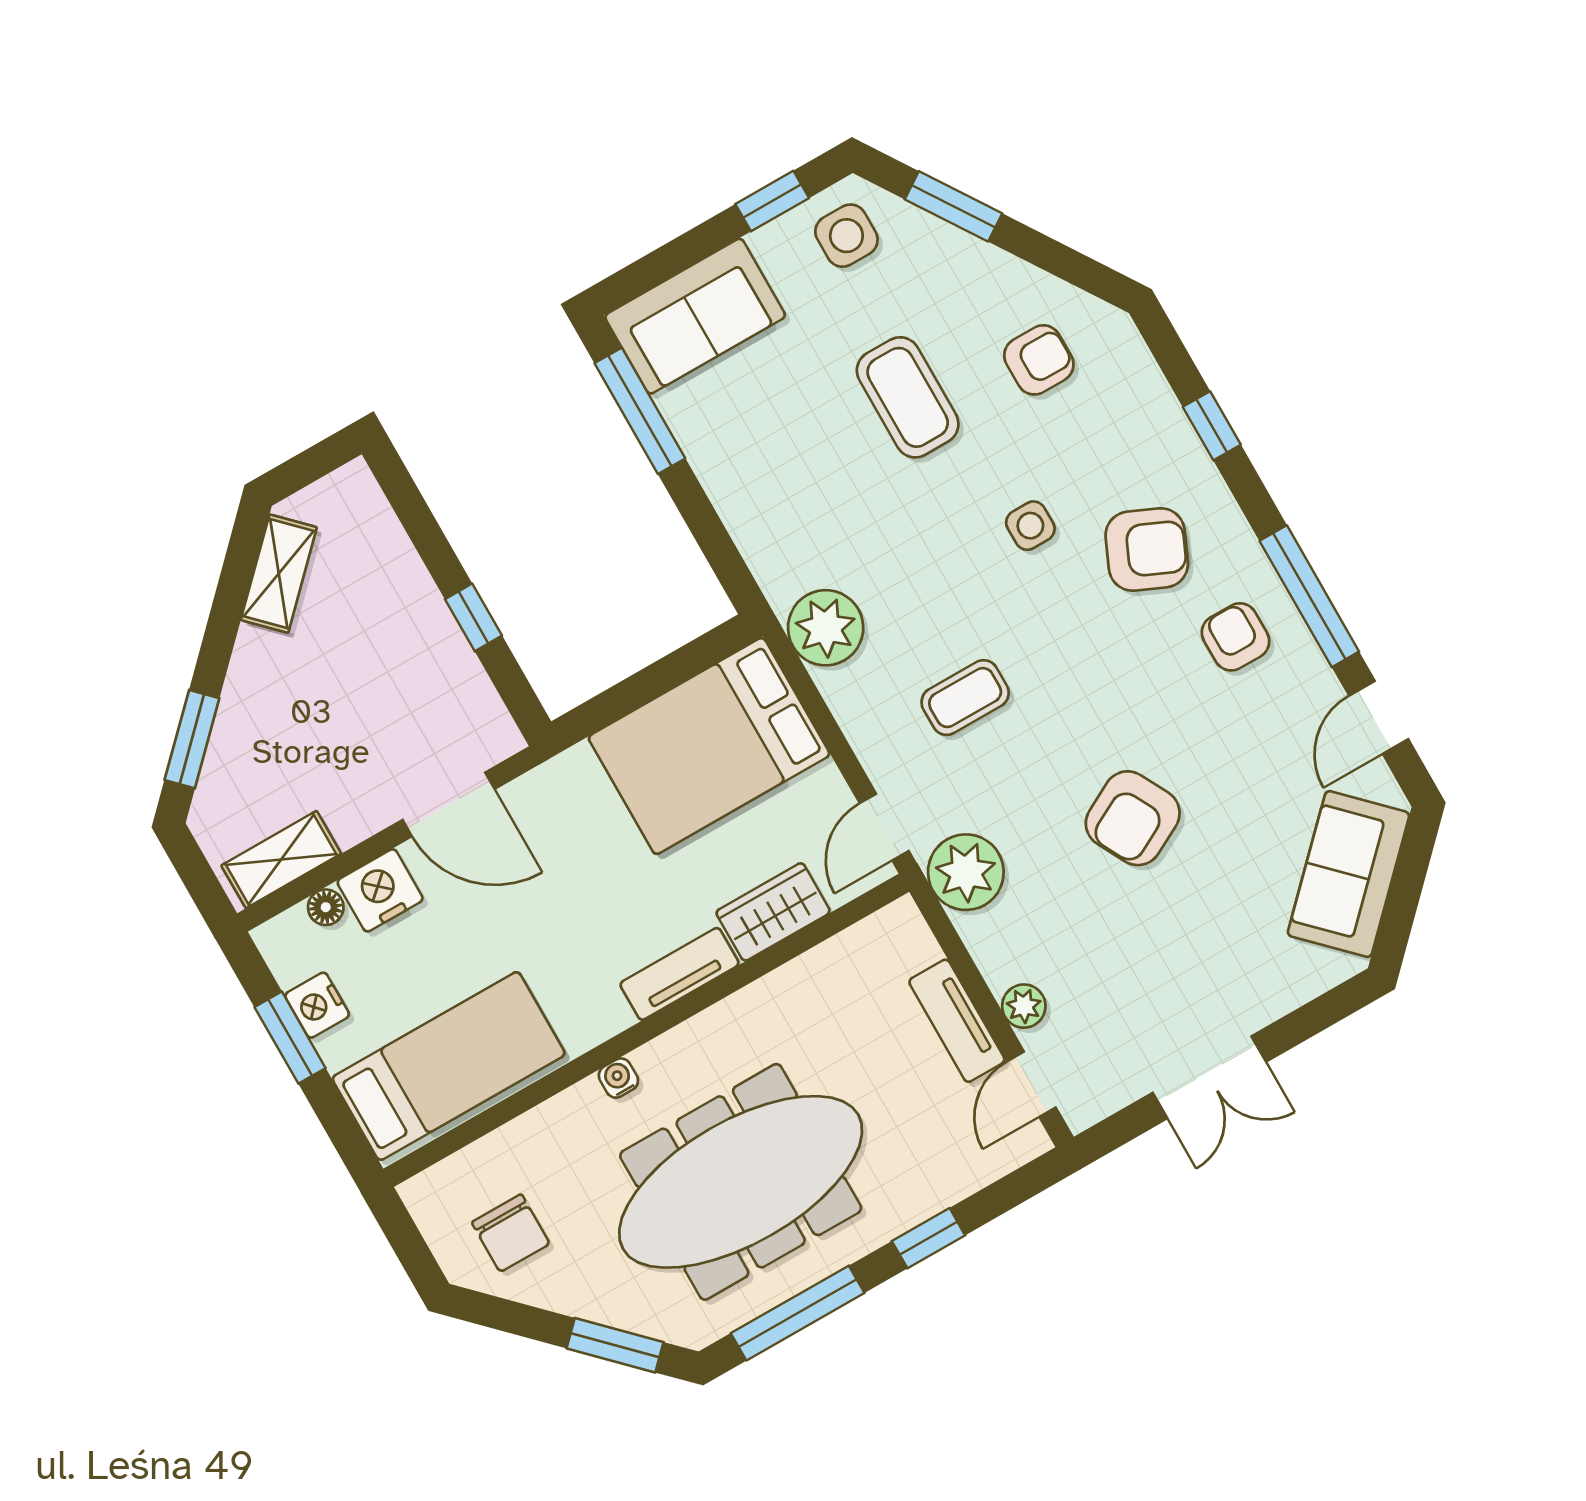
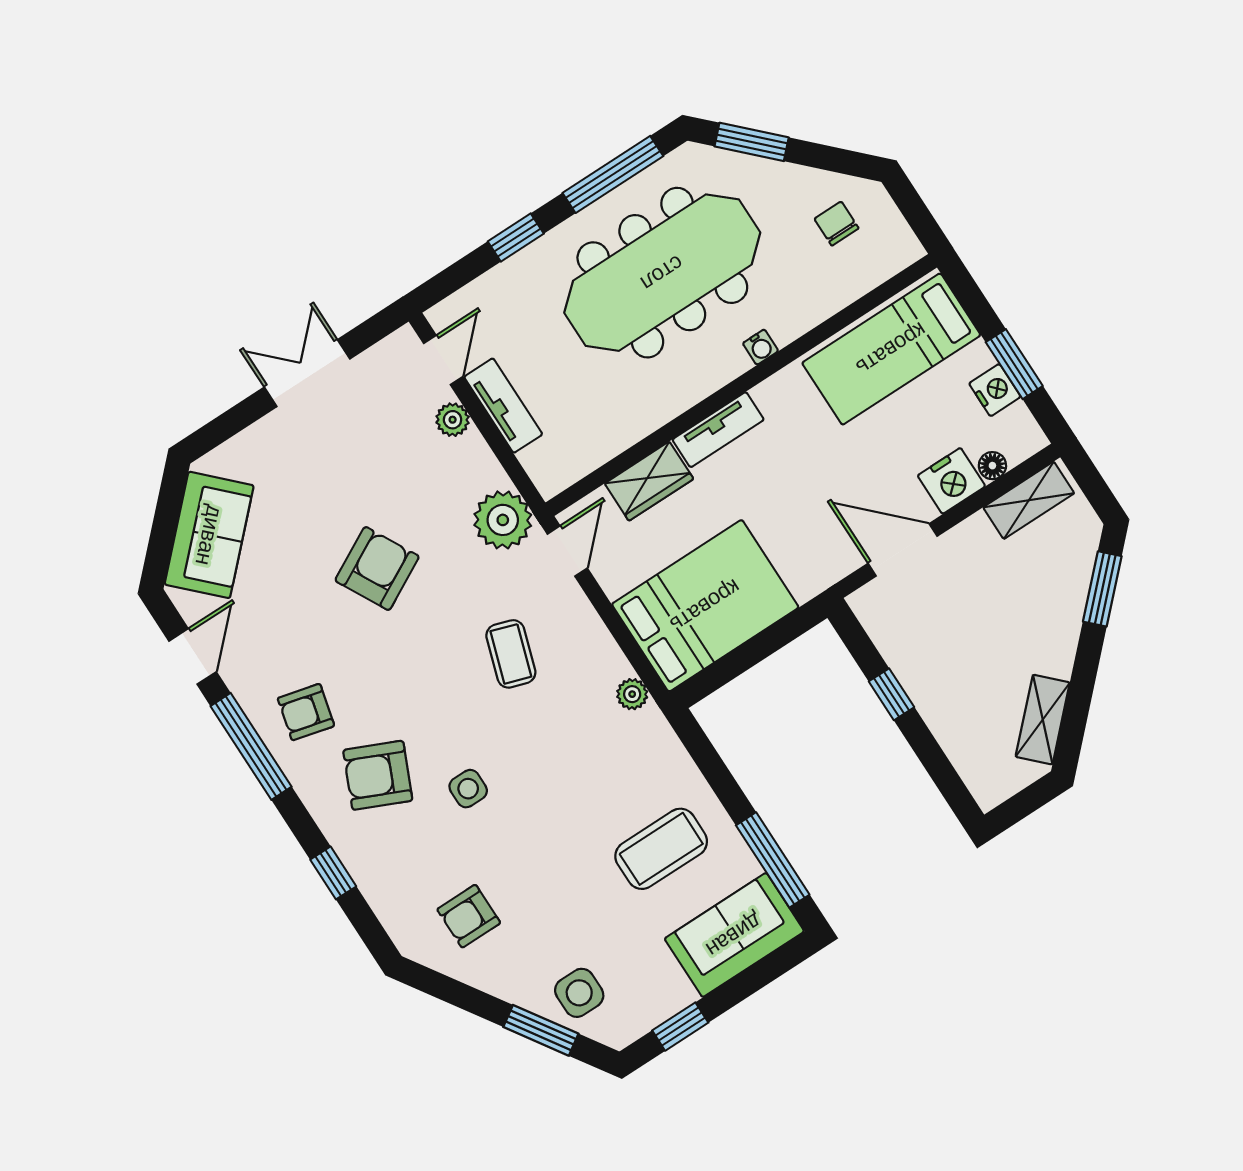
side table: (846, 236) -> (579, 993), moved
coffee table: (908, 397) -> (661, 849), moved, turned 90
plant: (826, 628) -> (632, 694), width x0.53, depth x0.53
armchair: (1236, 637) -> (306, 712), turned 104
coffee table: (965, 698) -> (511, 654), turned -72
chair: (511, 1233) -> (836, 224), width x0.73, depth x0.73

